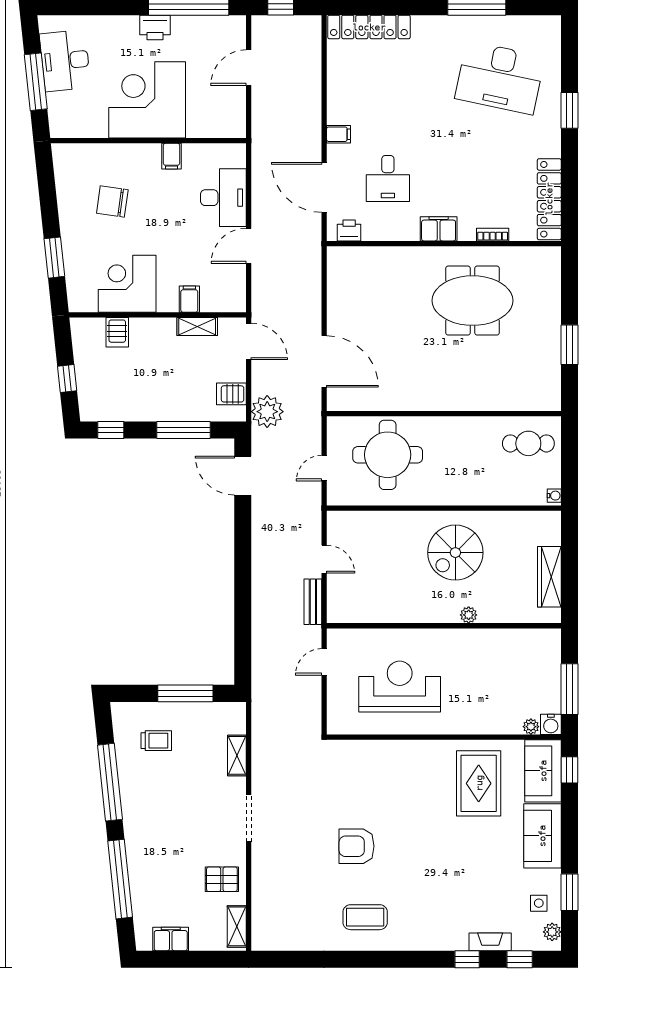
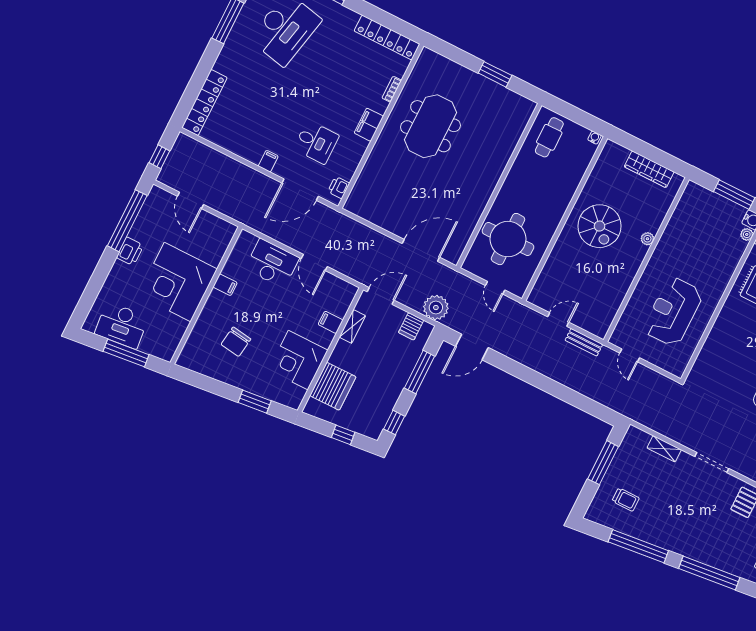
server rack: (117, 332) -> (333, 386), width x2.18, depth x1.44
trolley: (156, 741) -> (626, 500), turned 90

